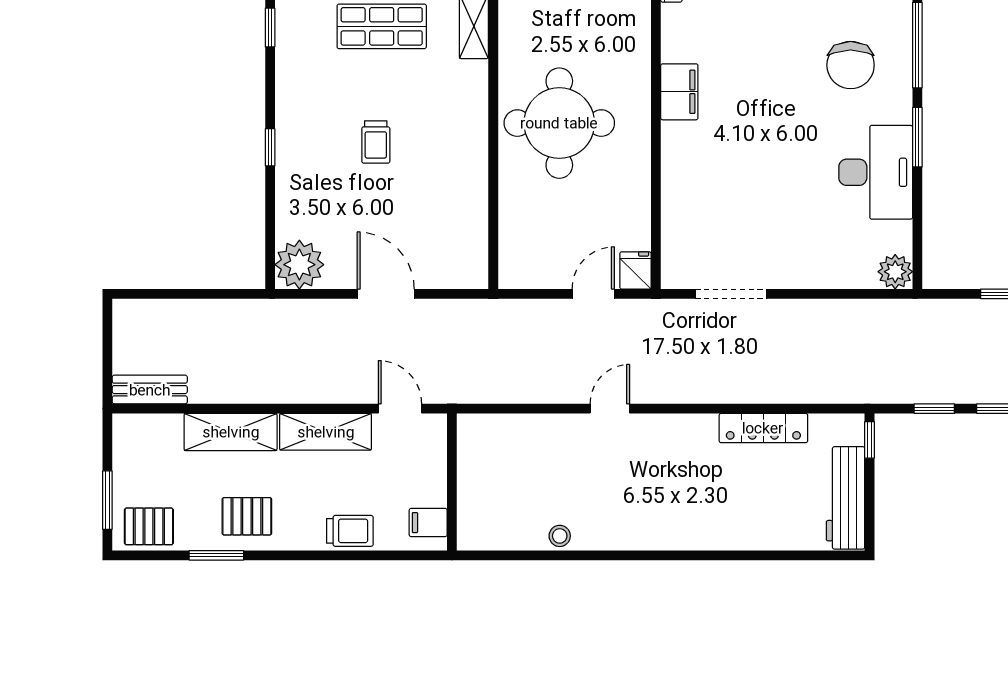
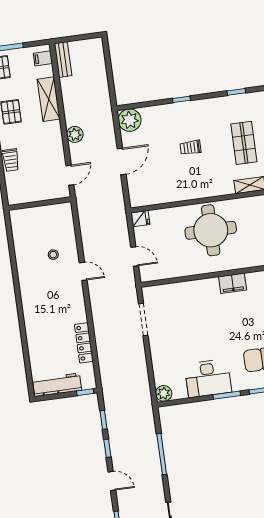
fridge: (635, 270) -> (140, 219), moved
plant: (314, 386) -> (75, 134), added
shelving: (326, 432) -> (55, 143), removed
filing cabinet: (428, 523) -> (43, 58), moved, turned -90
stool: (560, 536) -> (53, 255), moved

